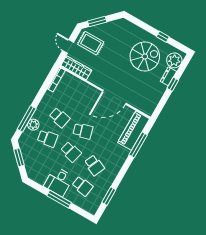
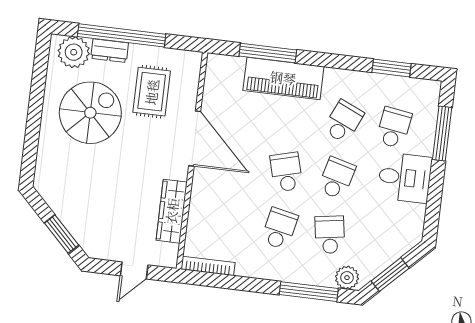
window: (163, 37) -> (37, 94), removed
rug: (91, 43) -> (152, 92), moved
spiral stairs: (145, 56) -> (90, 113), turned 90
wardrobe: (76, 68) -> (172, 211), moved
window: (173, 84) -> (122, 35), width x3.17
plant: (33, 125) -> (347, 278), moved
piano: (134, 131) -> (283, 78), moved
window: (59, 199) -> (442, 134), moved

